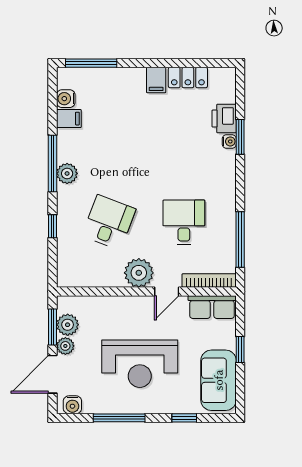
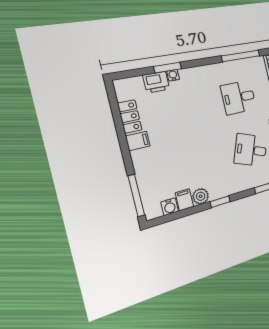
window: (53, 164) -> (220, 202), width x0.46
plant: (67, 173) -> (201, 196), moved

